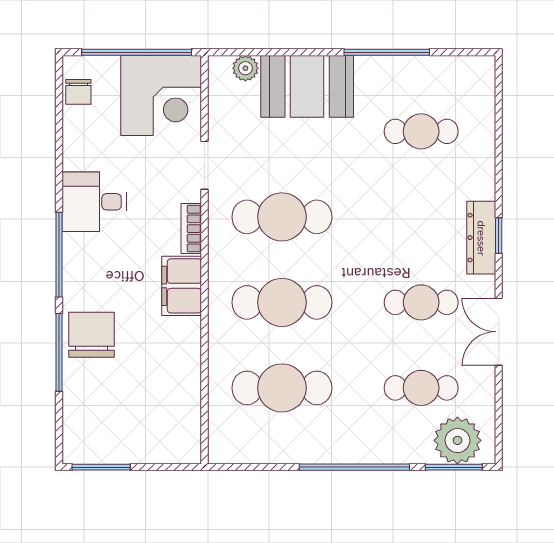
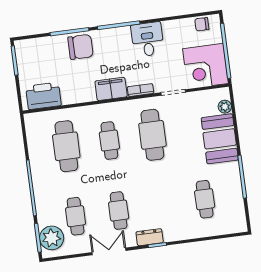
dresser: (481, 238) -> (150, 237), width x0.70
cafe table: (282, 302) -> (109, 141), width x0.73, depth x0.74
printer: (178, 420) -> (43, 96), added

